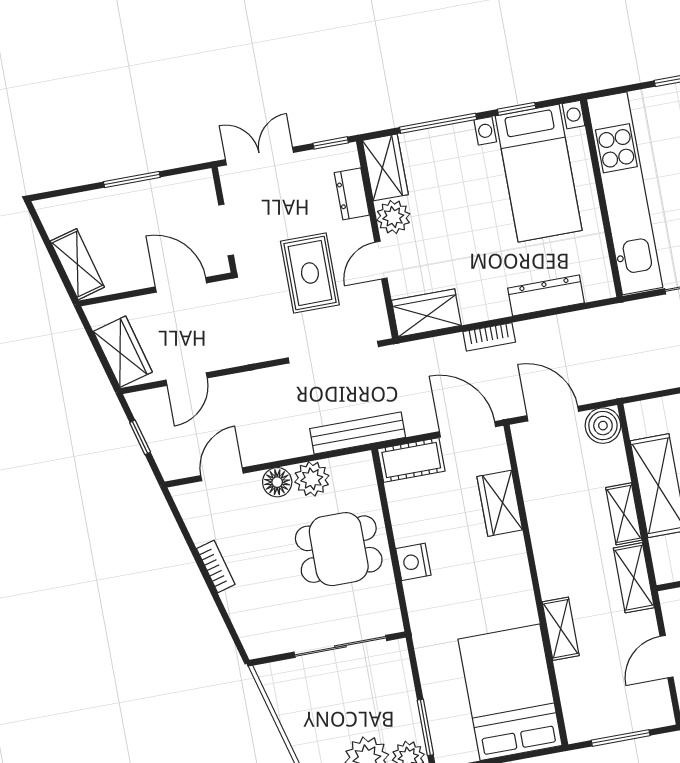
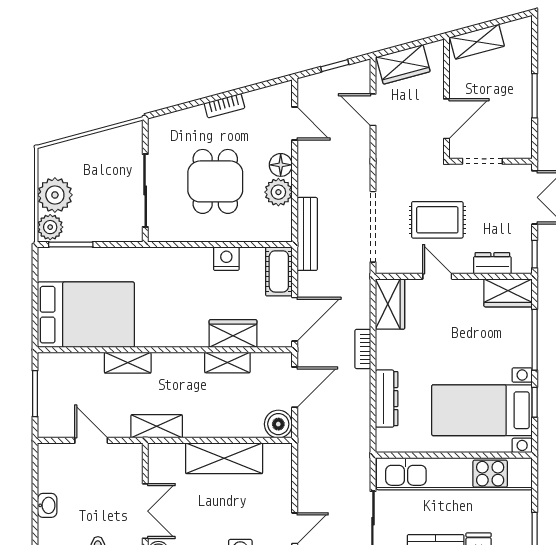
plant: (393, 217) -> (469, 292), removed
shelving: (624, 514) -> (227, 363), moved
dining table: (339, 549) -> (215, 181), moved
nightstand: (413, 562) -> (226, 259), moved

